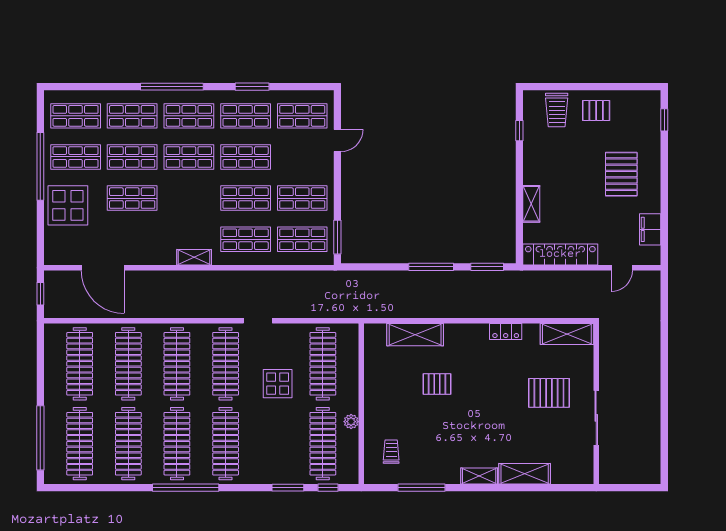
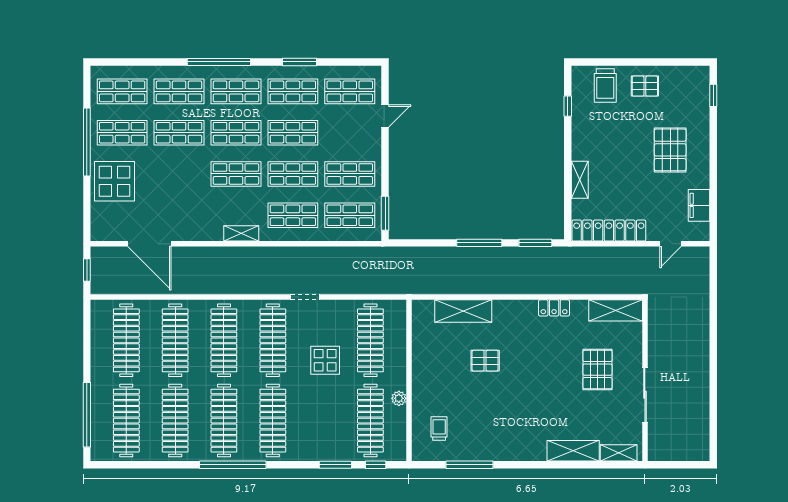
shop shelf: (132, 198) -> (236, 174), moved
pallet: (549, 393) -> (598, 370), turned 90
shelving: (479, 476) -> (619, 453), moved

